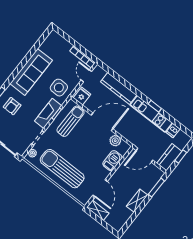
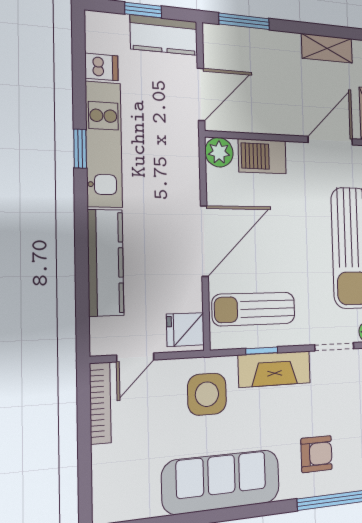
door: (102, 122) -> (204, 241), swing flipped
plant: (115, 141) -> (219, 152), moved
door: (145, 155) -> (201, 94), hinge flipped
shelving: (137, 201) -> (327, 48), moved

